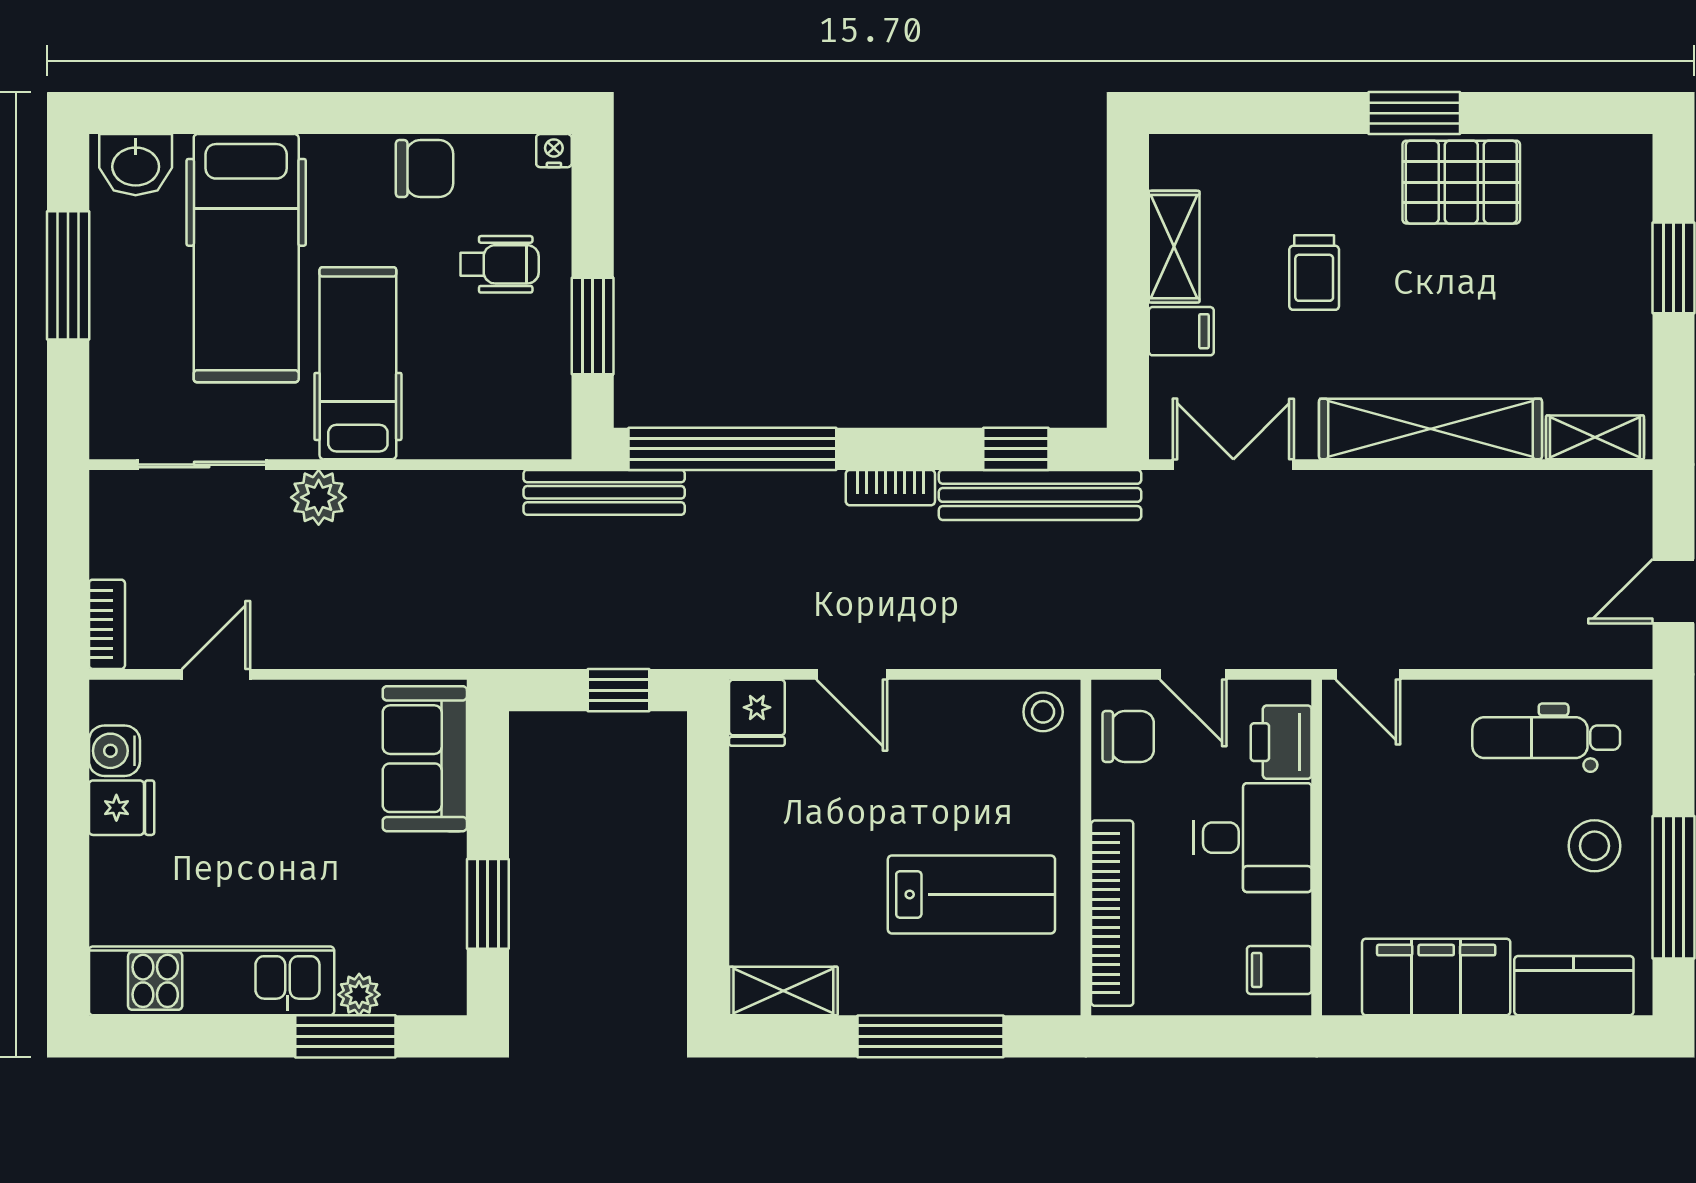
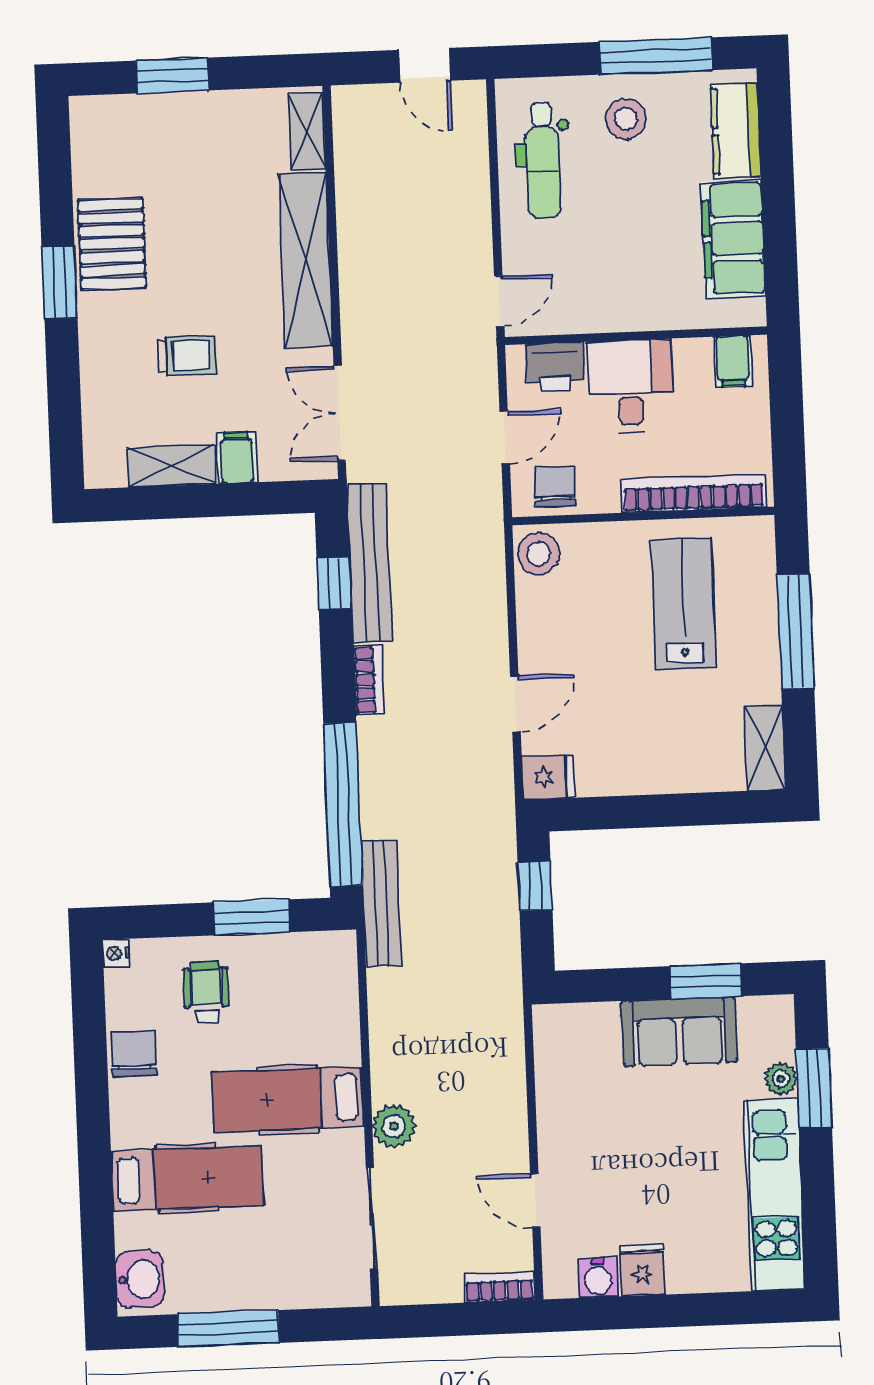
hospital bed: (246, 258) -> (187, 1178), width x0.73, depth x0.78
stool: (1043, 712) -> (539, 554), width x1.37, depth x1.37
sofa: (425, 759) -> (679, 1032), moved

